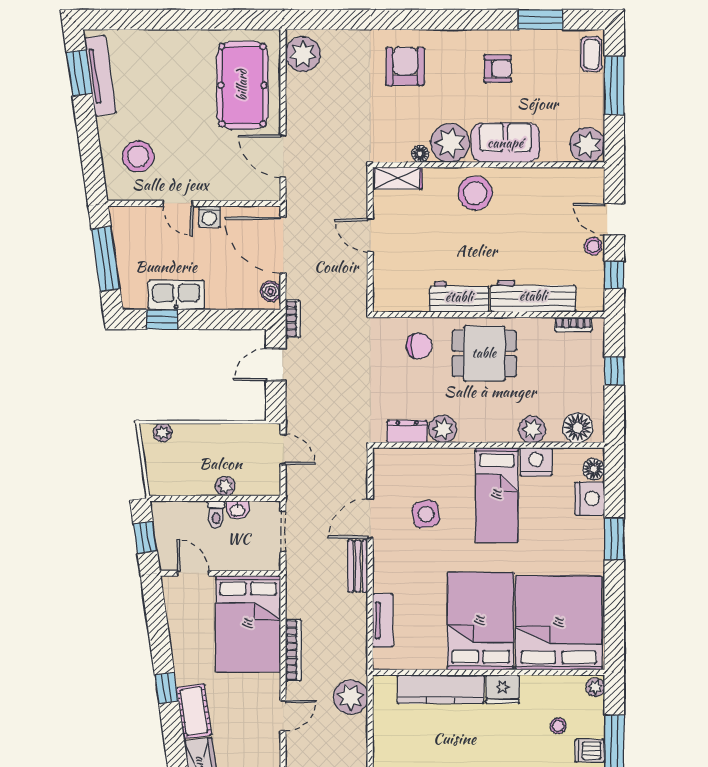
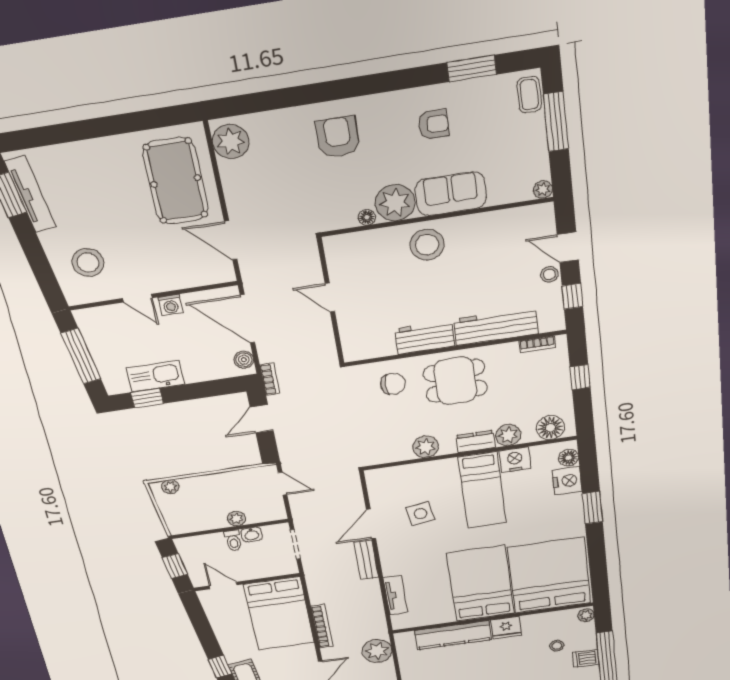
plant: (587, 145) -> (543, 190), width x0.53, depth x0.53
shelving: (397, 178) -> (348, 243), removed
dresser: (407, 431) -> (476, 441), moved

